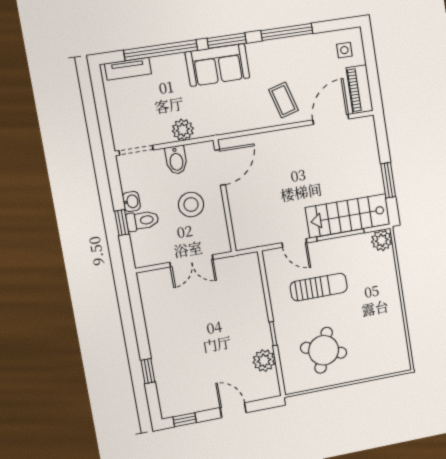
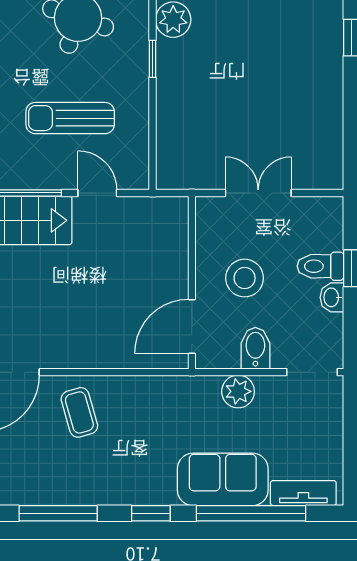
window: (227, 41) -> (151, 513), width x0.67
sofa: (217, 65) -> (223, 479), moved

